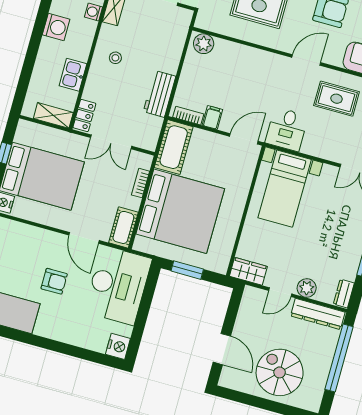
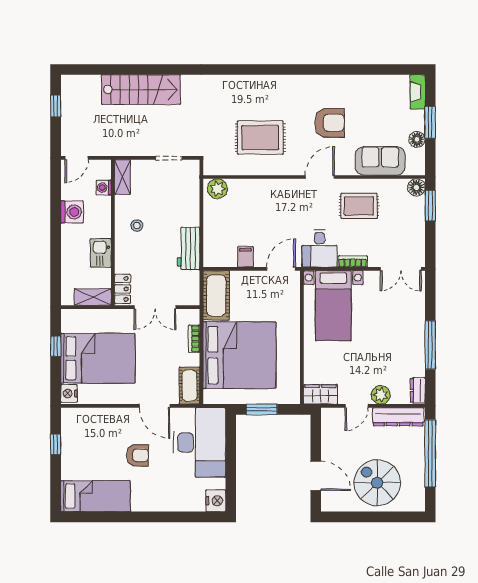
bookcase: (188, 116) -> (353, 261), moved

